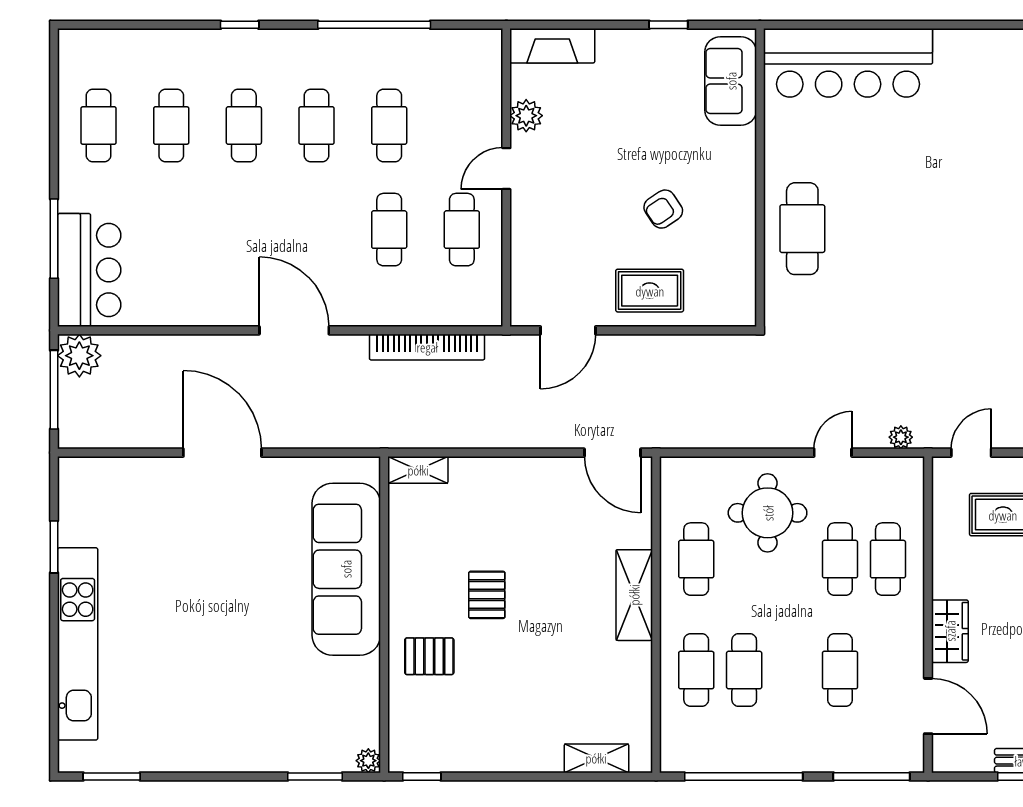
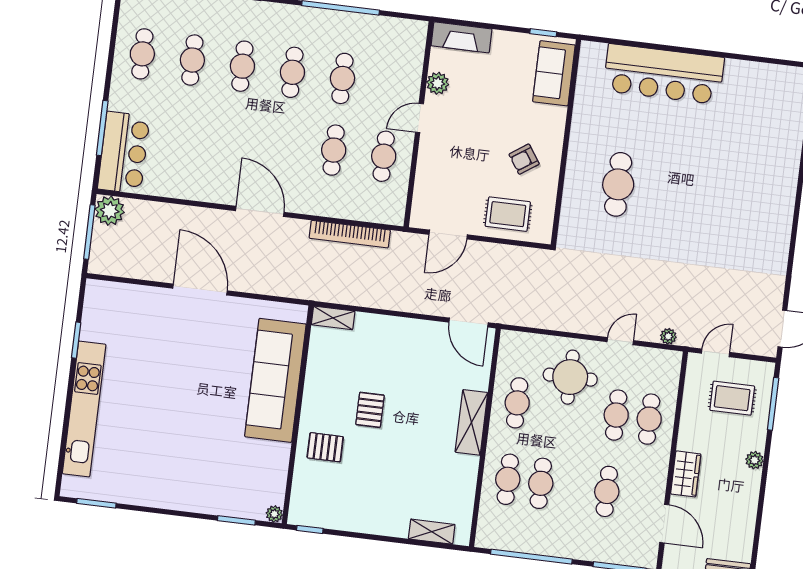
sofa: (731, 81) -> (554, 73), moved
wall: (760, 178) -> (566, 142), moved

